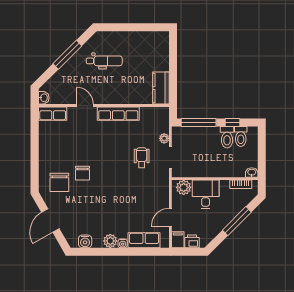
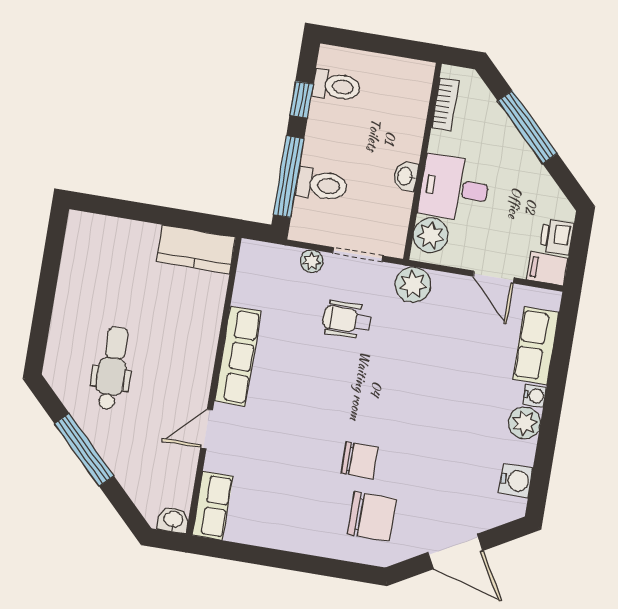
toilet: (227, 137) -> (322, 185), moved
washbasin: (252, 172) -> (405, 176), moved
plant: (161, 183) -> (413, 285), added

